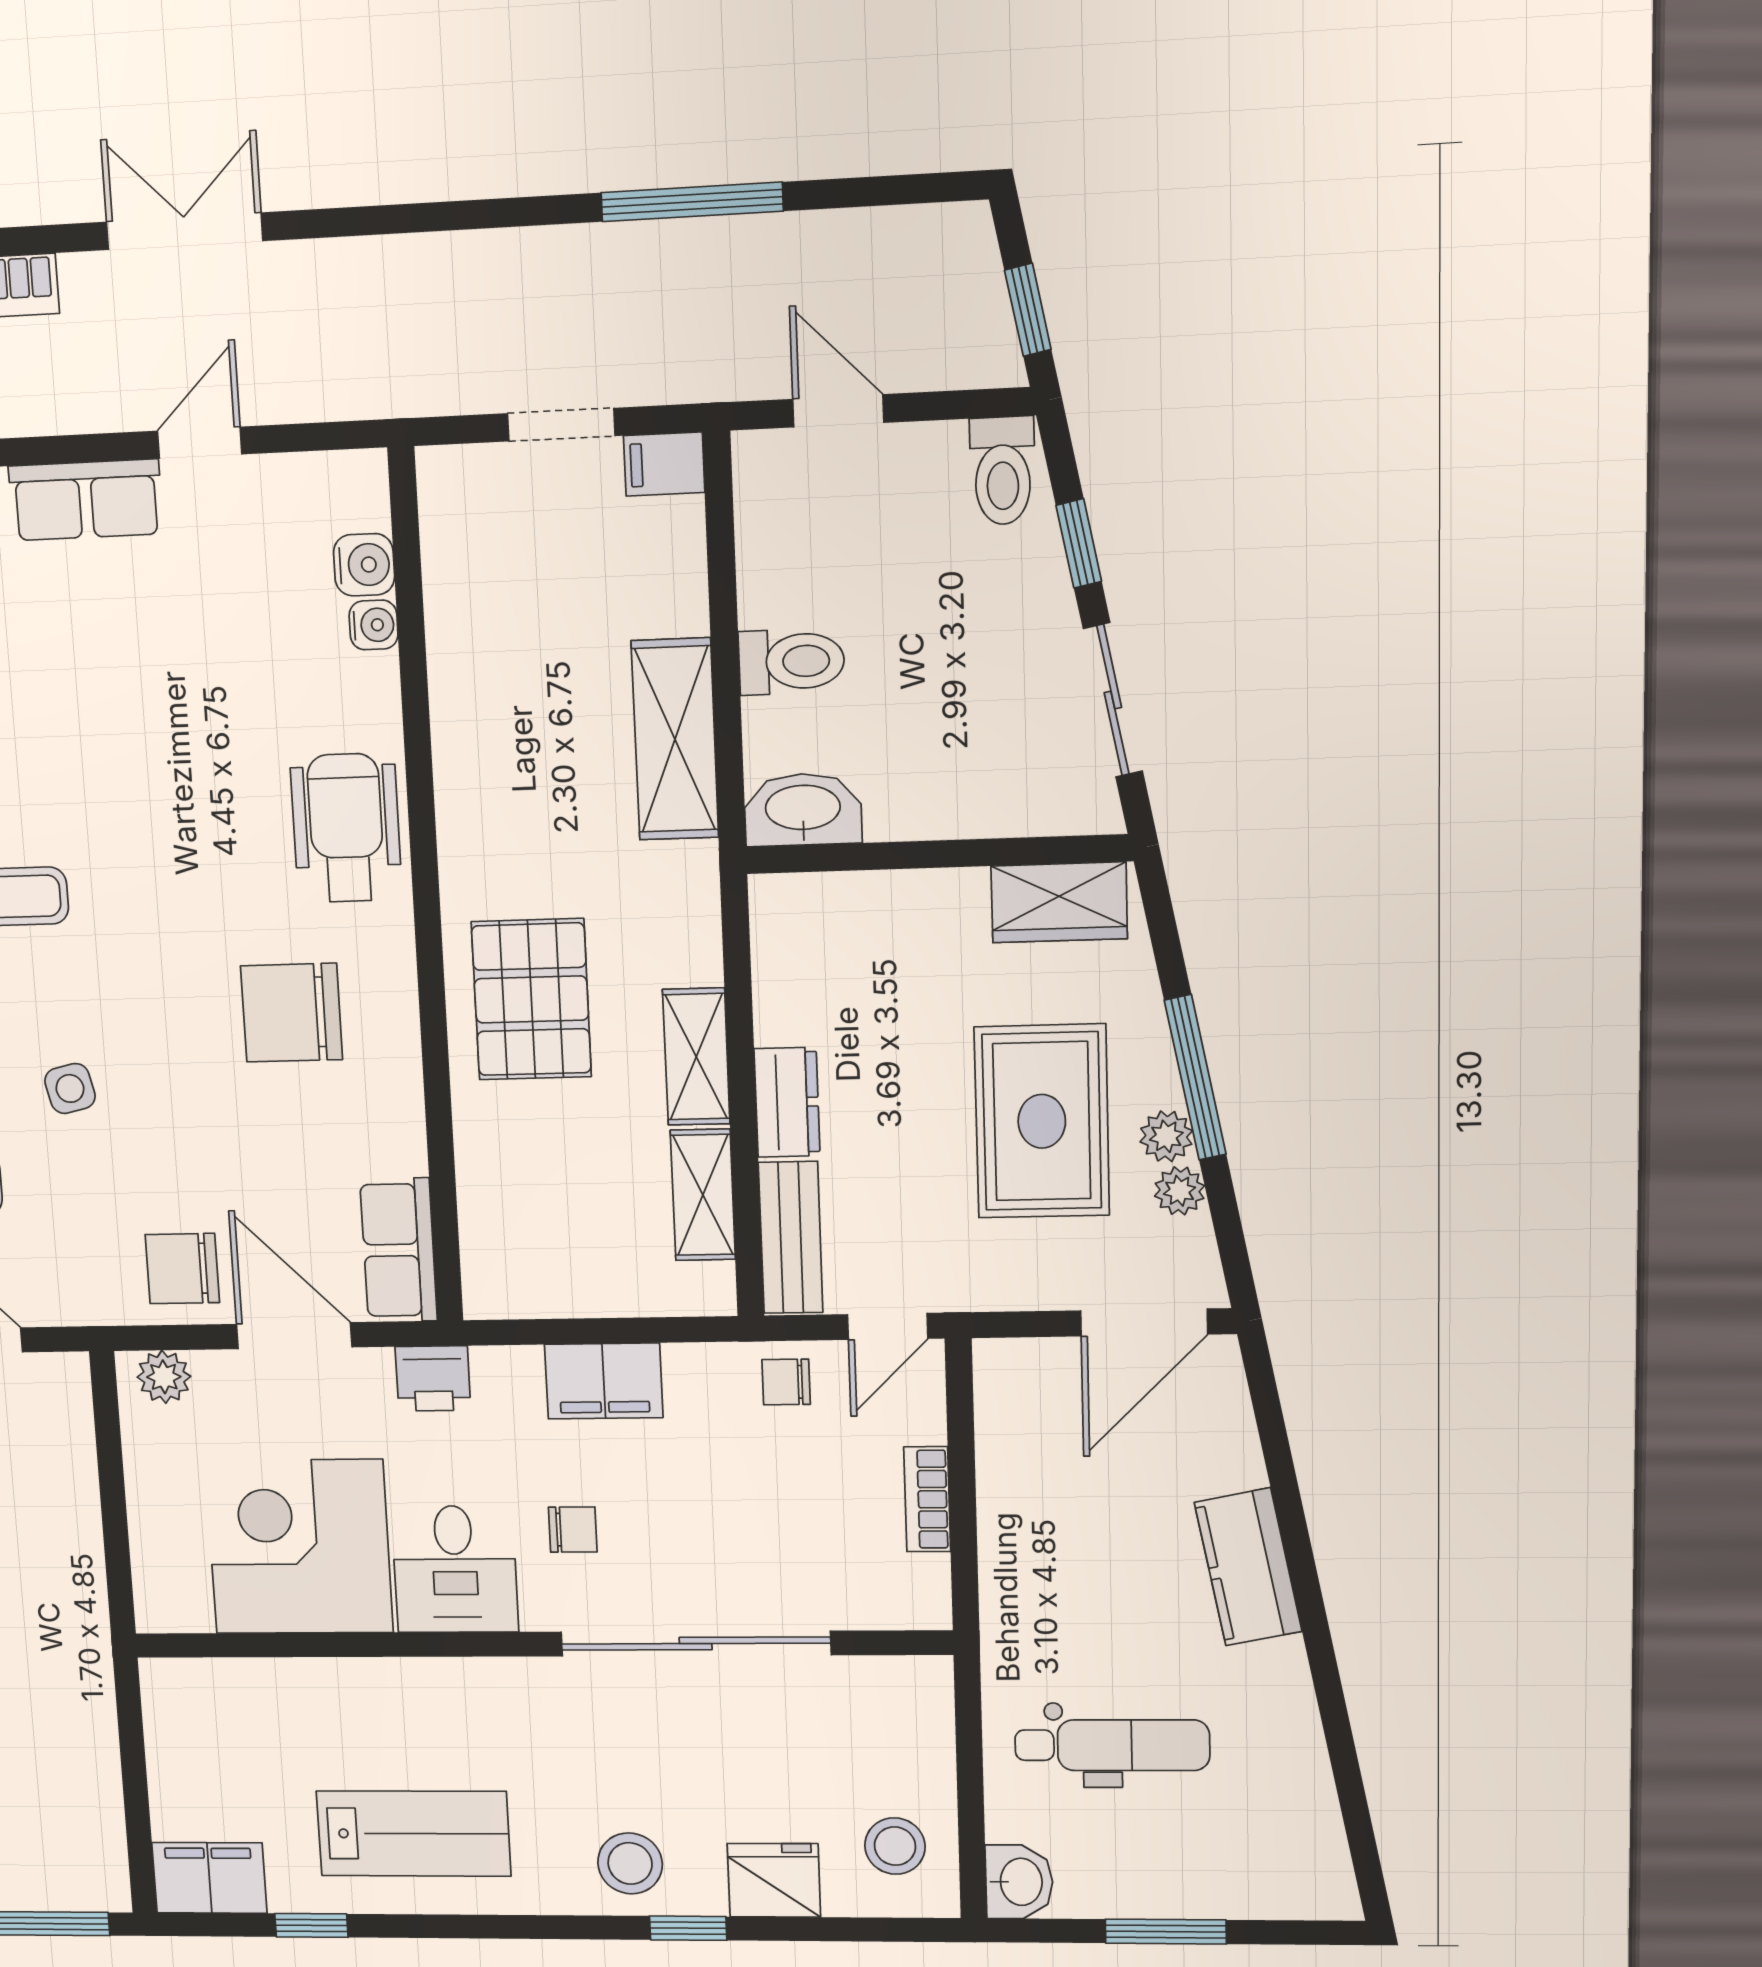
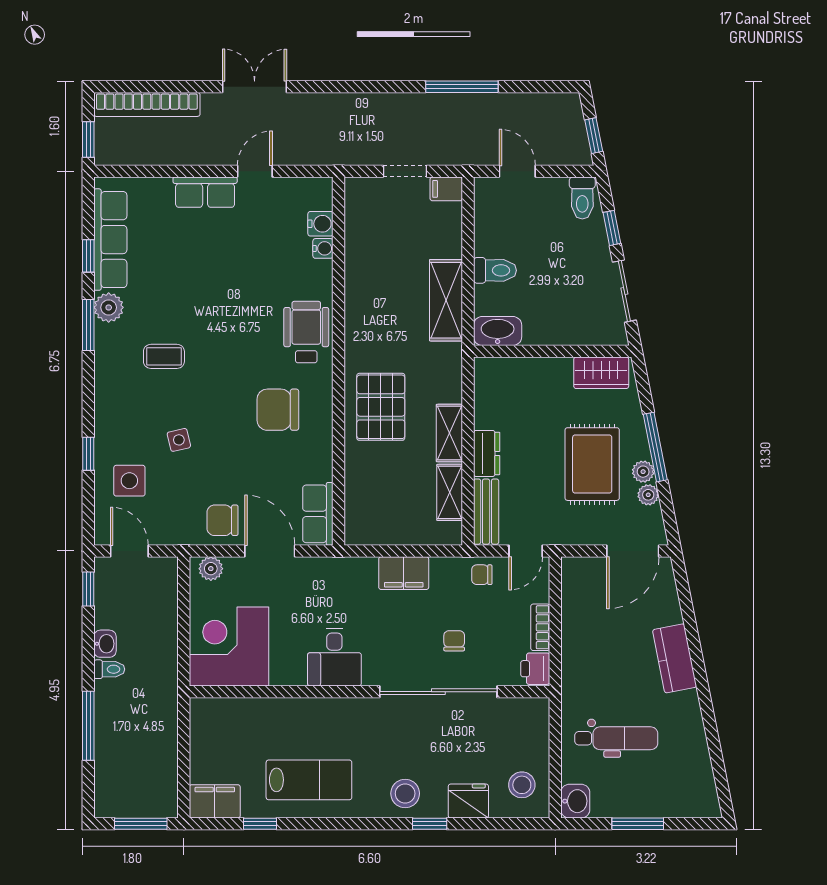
printer: (433, 1378) -> (535, 669), moved, turned 90
chair: (573, 1530) -> (454, 641), moved, turned -90
corner desk: (299, 1547) -> (229, 646), moved

